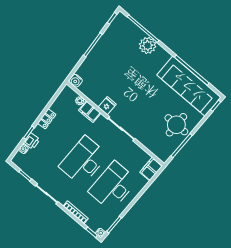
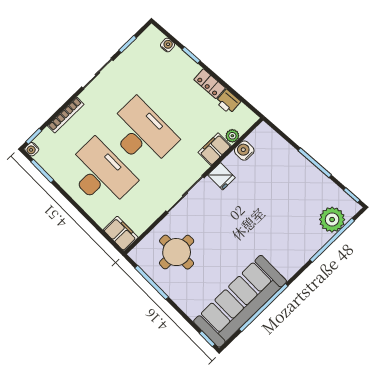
plant: (148, 45) -> (332, 220), moved
water cooler: (76, 81) -> (244, 151), moved
round table: (176, 125) -> (177, 252), moved
printer: (32, 141) -> (228, 102), moved

